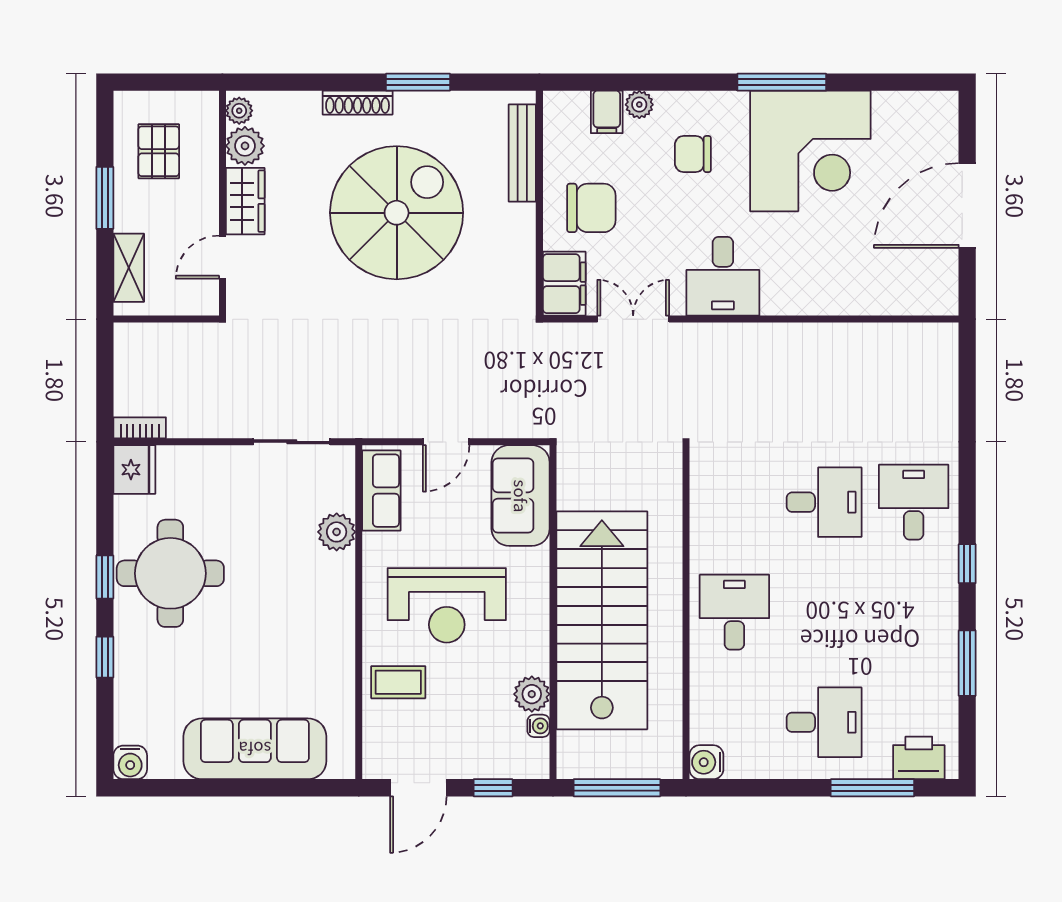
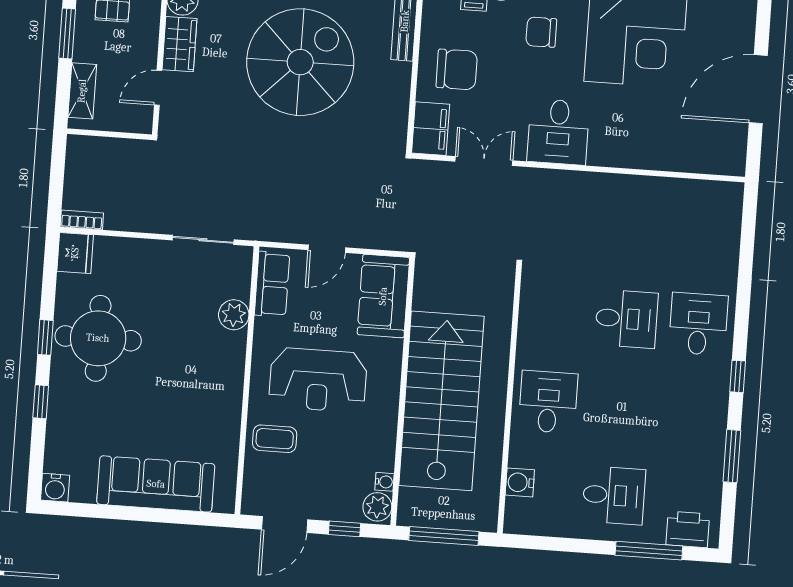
plant: (532, 694) -> (377, 507), moved
water cooler: (706, 762) -> (520, 482), moved

